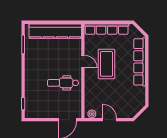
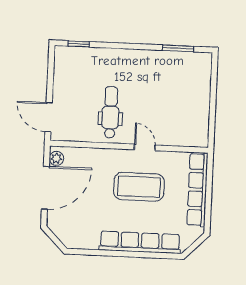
kitchen counter: (55, 31) -> (198, 103), removed
door: (83, 62) -> (145, 147), swing flipped
door: (110, 120) -> (45, 188), width x1.87

